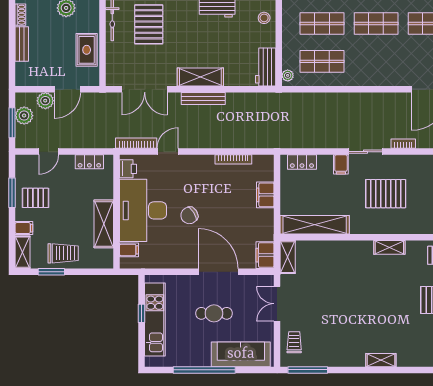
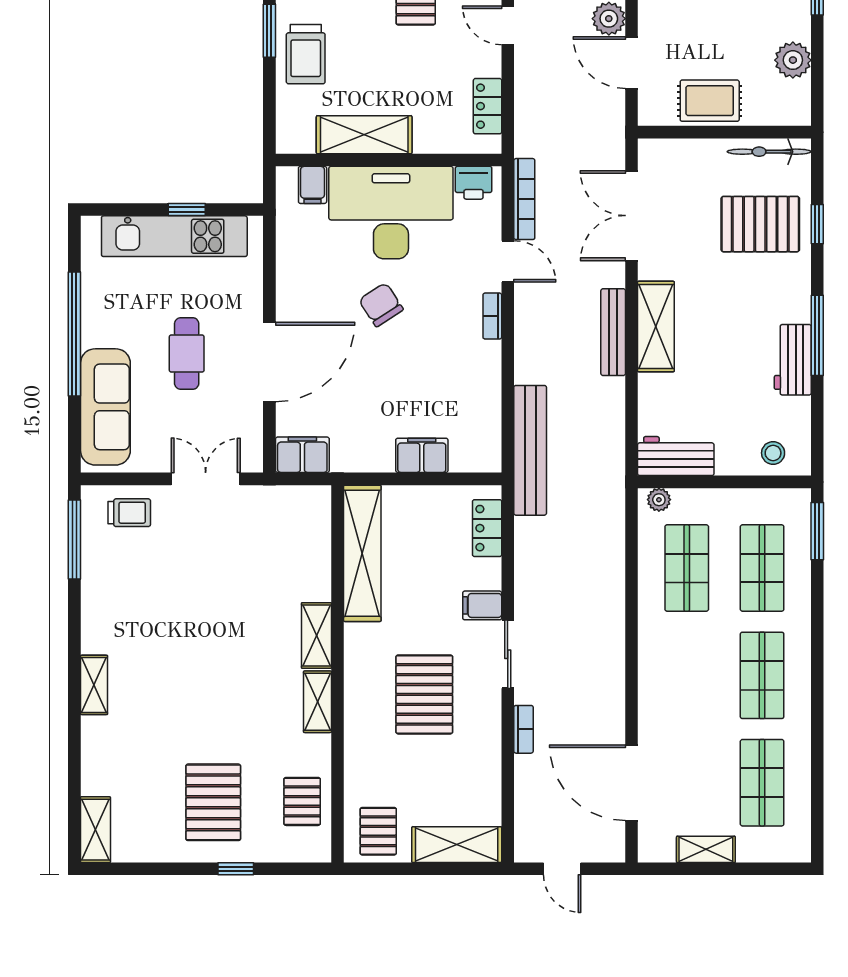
bench: (263, 140) -> (530, 450), added
bookcase: (233, 159) -> (492, 316), moved, width x0.64
shelving: (288, 257) -> (316, 635), moved, turned 90

